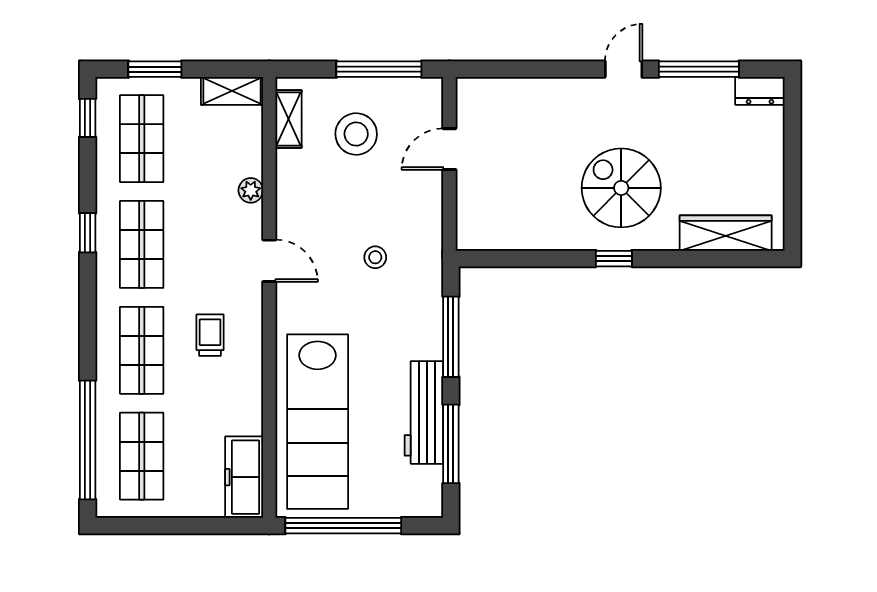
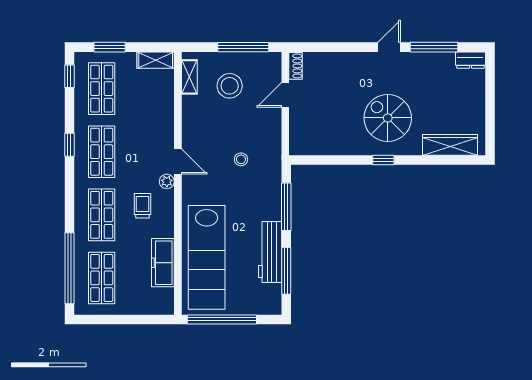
shoe rack: (467, 101) -> (296, 66), added
plant: (251, 190) -> (167, 181), moved
freezer: (244, 477) -> (163, 263), moved

